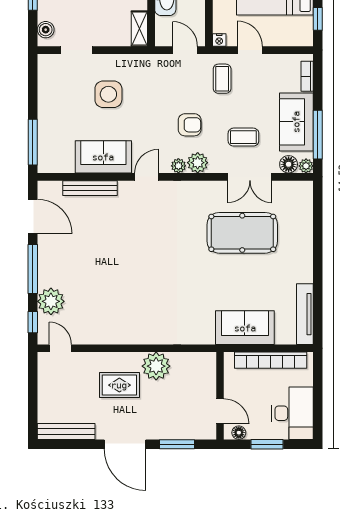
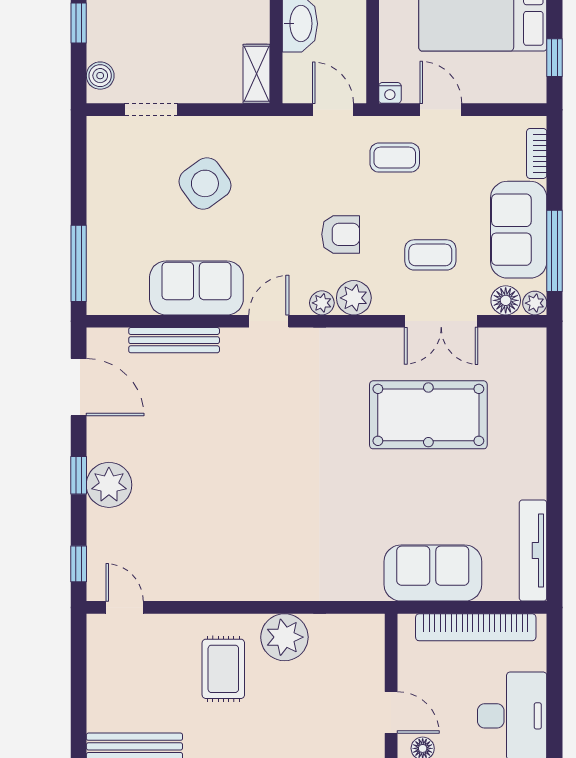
coffee table: (222, 79) -> (395, 158), turned 90
side table: (108, 94) -> (205, 183), turned -36
window: (33, 269) -> (79, 475), width x0.46
plant: (51, 301) -> (109, 485), moved
rug: (119, 385) -> (223, 669), turned 90

